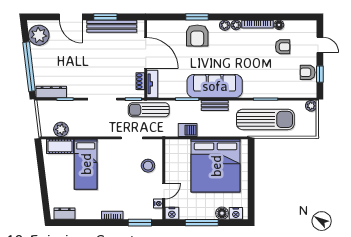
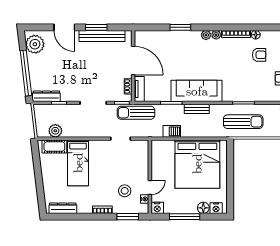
armchair: (197, 36) -> (180, 44), removed
sun lounger: (265, 119) -> (243, 122), width x0.73, depth x0.75
stool: (148, 166) -> (125, 191), moved
dresser: (65, 214) -> (63, 208), width x1.44

